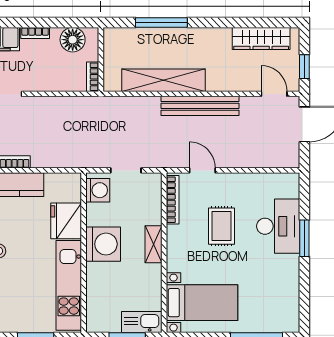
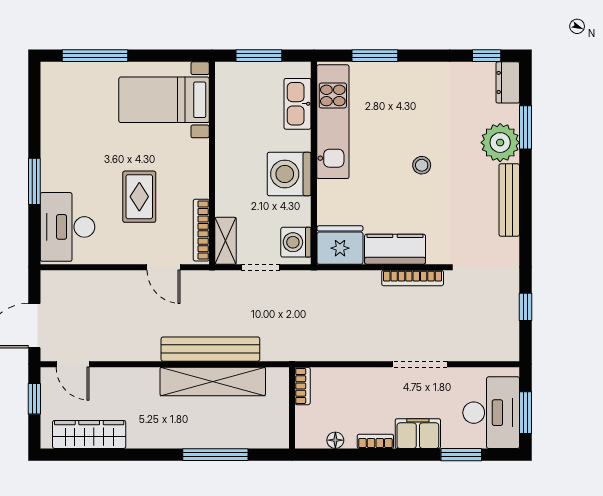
floor lamp: (73, 40) -> (335, 440), width x0.53, depth x0.53
bench: (200, 106) -> (210, 349), moved
fridge: (66, 221) -> (340, 245), moved, turned -90
desk: (278, 226) -> (68, 227), moved
shelving: (153, 244) -> (226, 241), moved
kitchen sink: (142, 322) -> (298, 104), moved, turned 90

